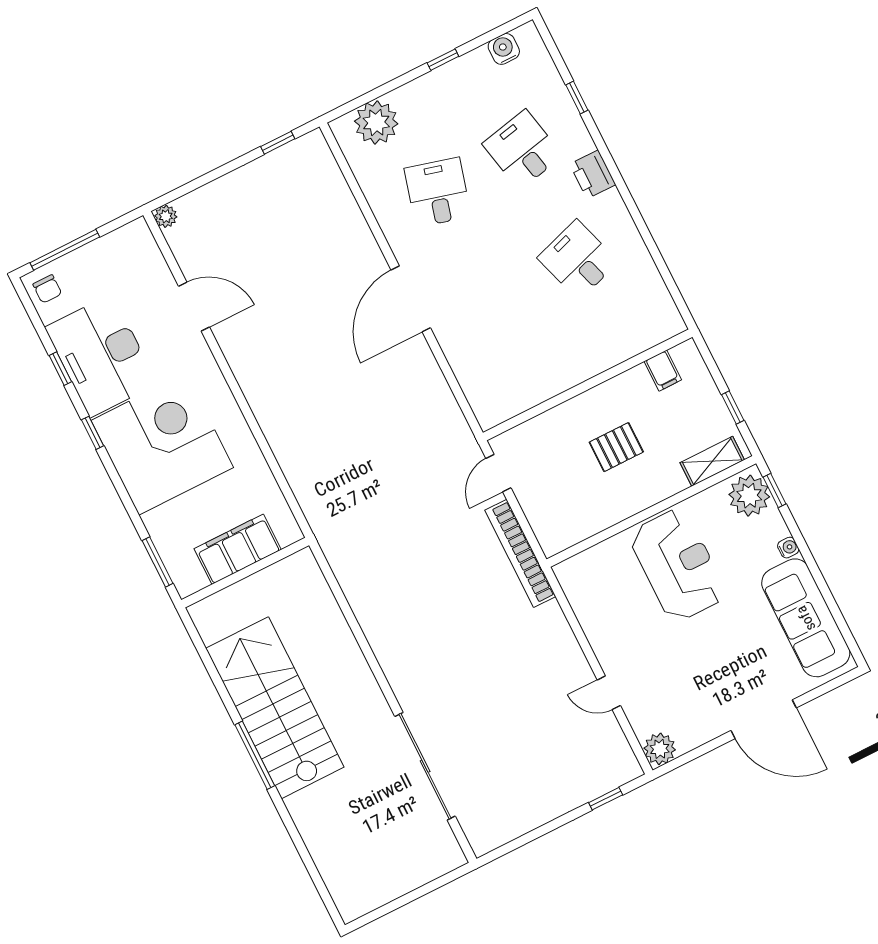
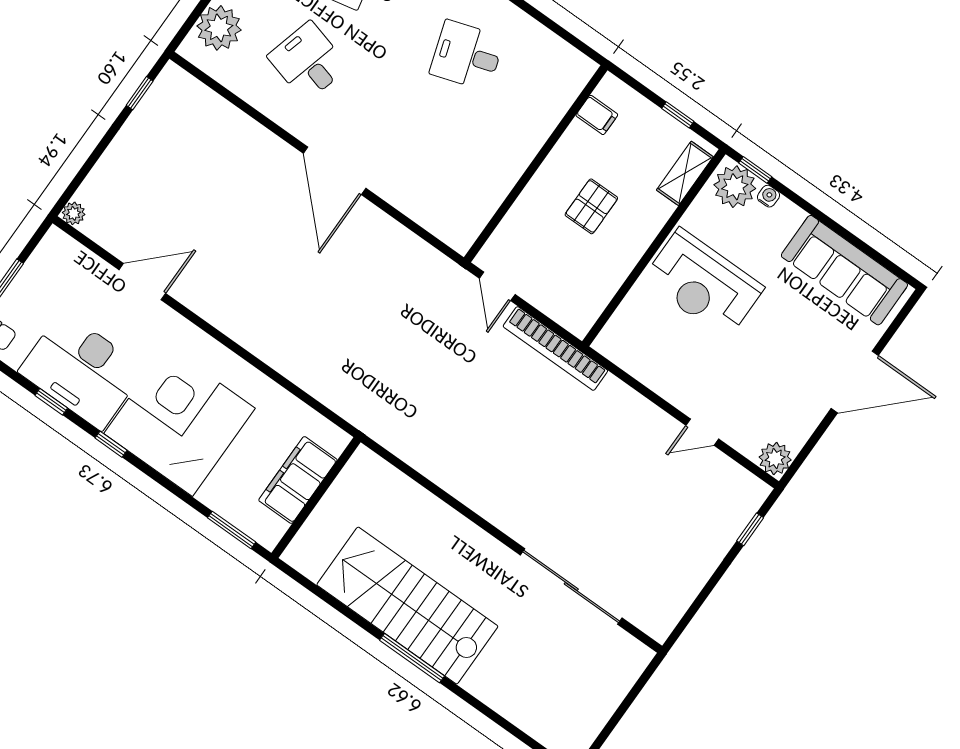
water cooler: (788, 548) -> (768, 196), moved
reception desk: (678, 565) -> (703, 284), turned 180

